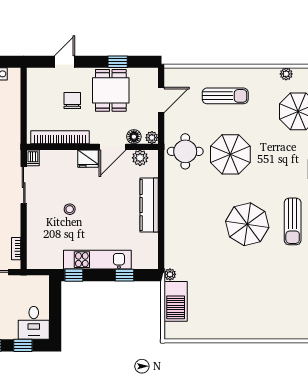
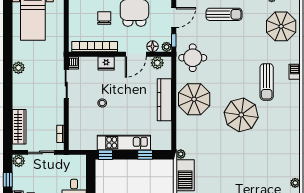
window: (161, 129) -> (174, 40), added
parasol: (230, 154) -> (194, 99), moved
fridge: (88, 159) -> (106, 63), moved
sun lounger: (293, 221) -> (267, 82), moved

